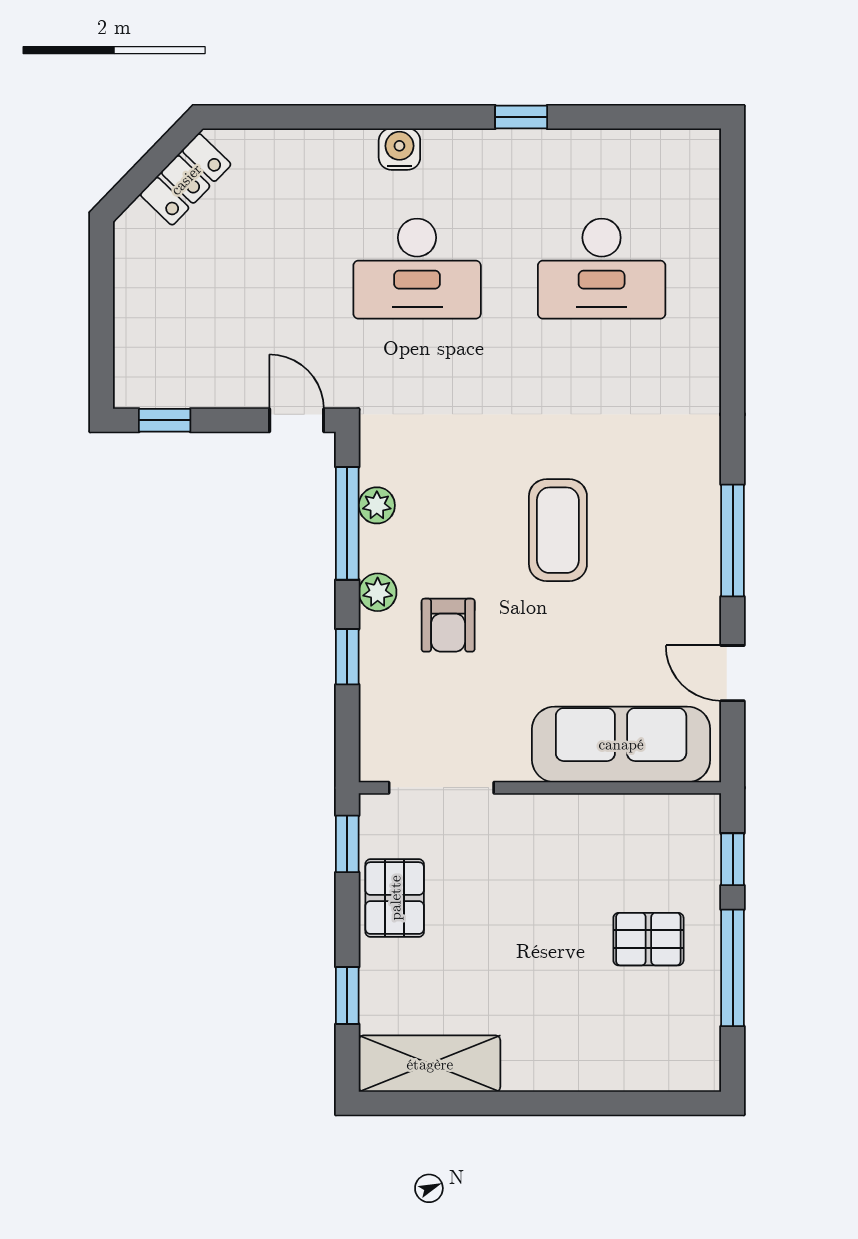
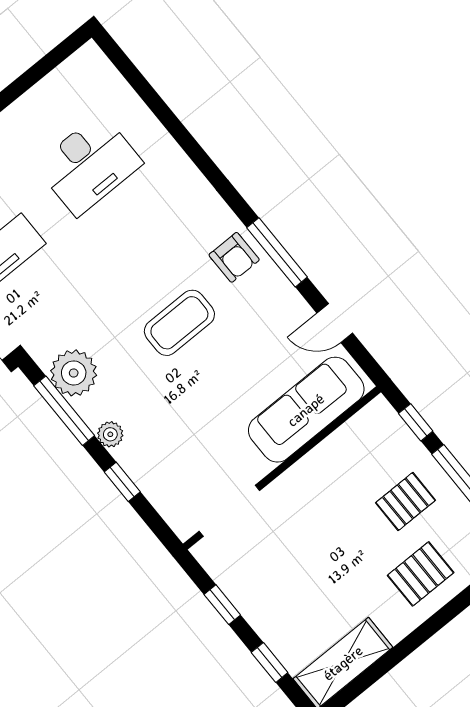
plant: (377, 505) -> (74, 373), width x1.88, depth x1.88
coffee table: (558, 530) -> (179, 323), turned 90
armchair: (448, 625) -> (234, 257), moved
window: (347, 844) -> (222, 605), moved
pallet: (395, 898) -> (421, 574), moved, turned 90

